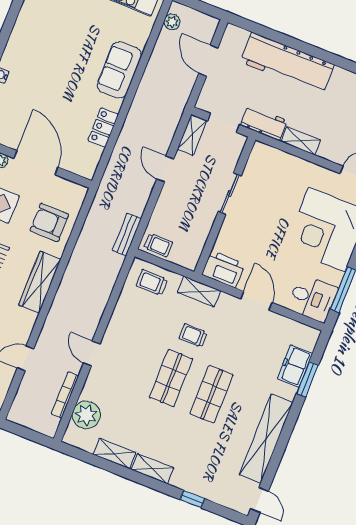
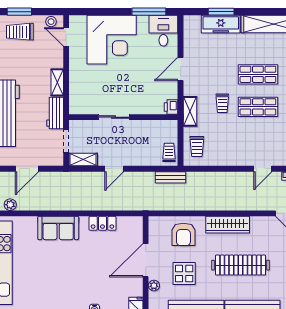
printer: (223, 269) -> (171, 107), width x0.53, depth x0.68
freezer: (295, 366) -> (221, 24), width x1.40

